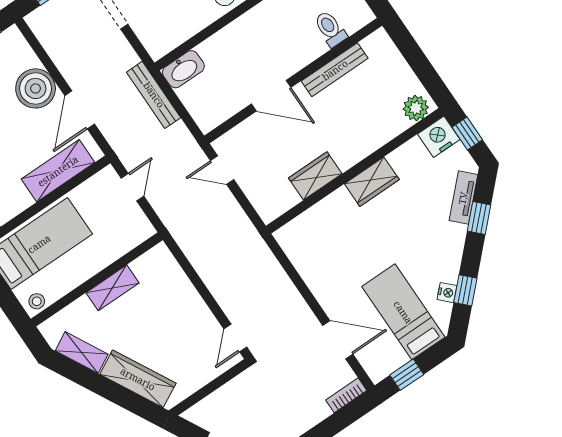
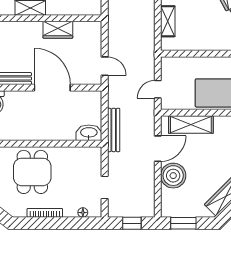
door: (271, 96) -> (52, 88), width x1.36
shelving: (112, 288) -> (168, 21), moved, turned 90

